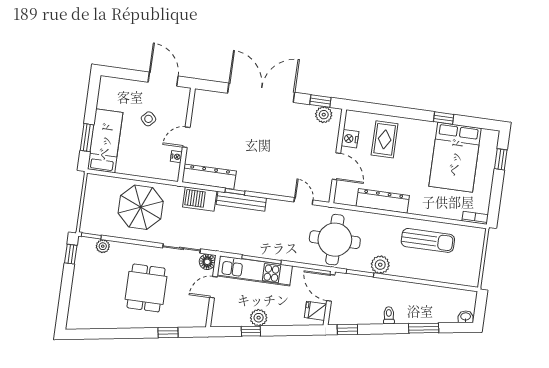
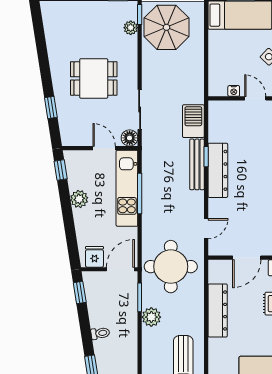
dresser: (209, 177) -> (218, 170), moved
parasol: (141, 207) -> (167, 27), moved
window: (251, 331) -> (61, 170), moved

